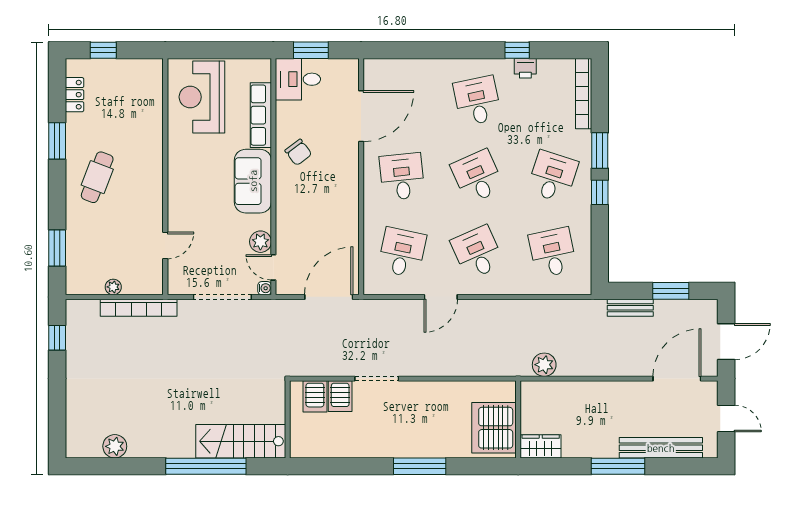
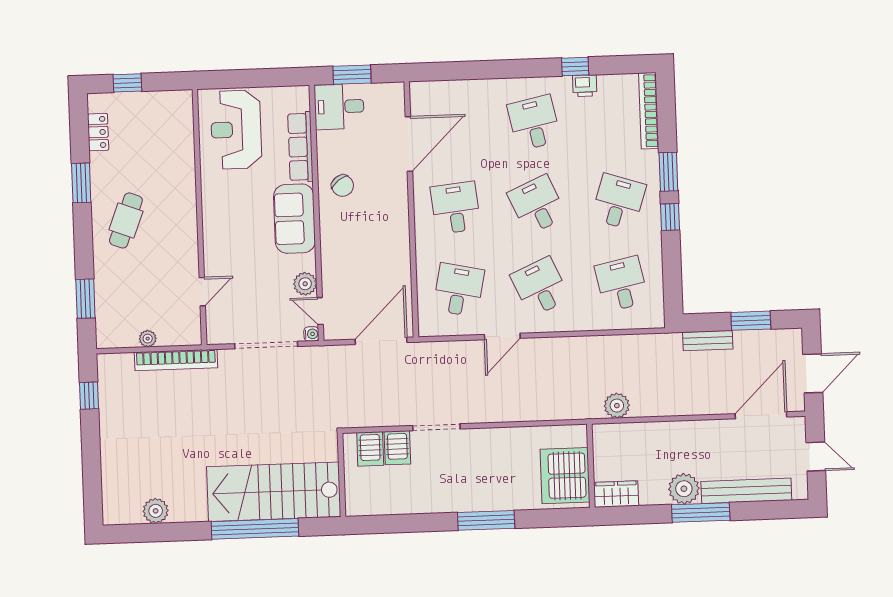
stairs: (241, 441) -> (274, 492), width x1.36, depth x1.51
plant: (603, 444) -> (684, 489), added

